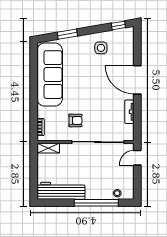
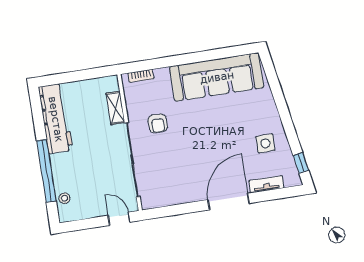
window: (67, 34) -> (277, 93), removed
tv unit: (129, 112) -> (266, 184), moved
shelving: (48, 148) -> (115, 108), moved

